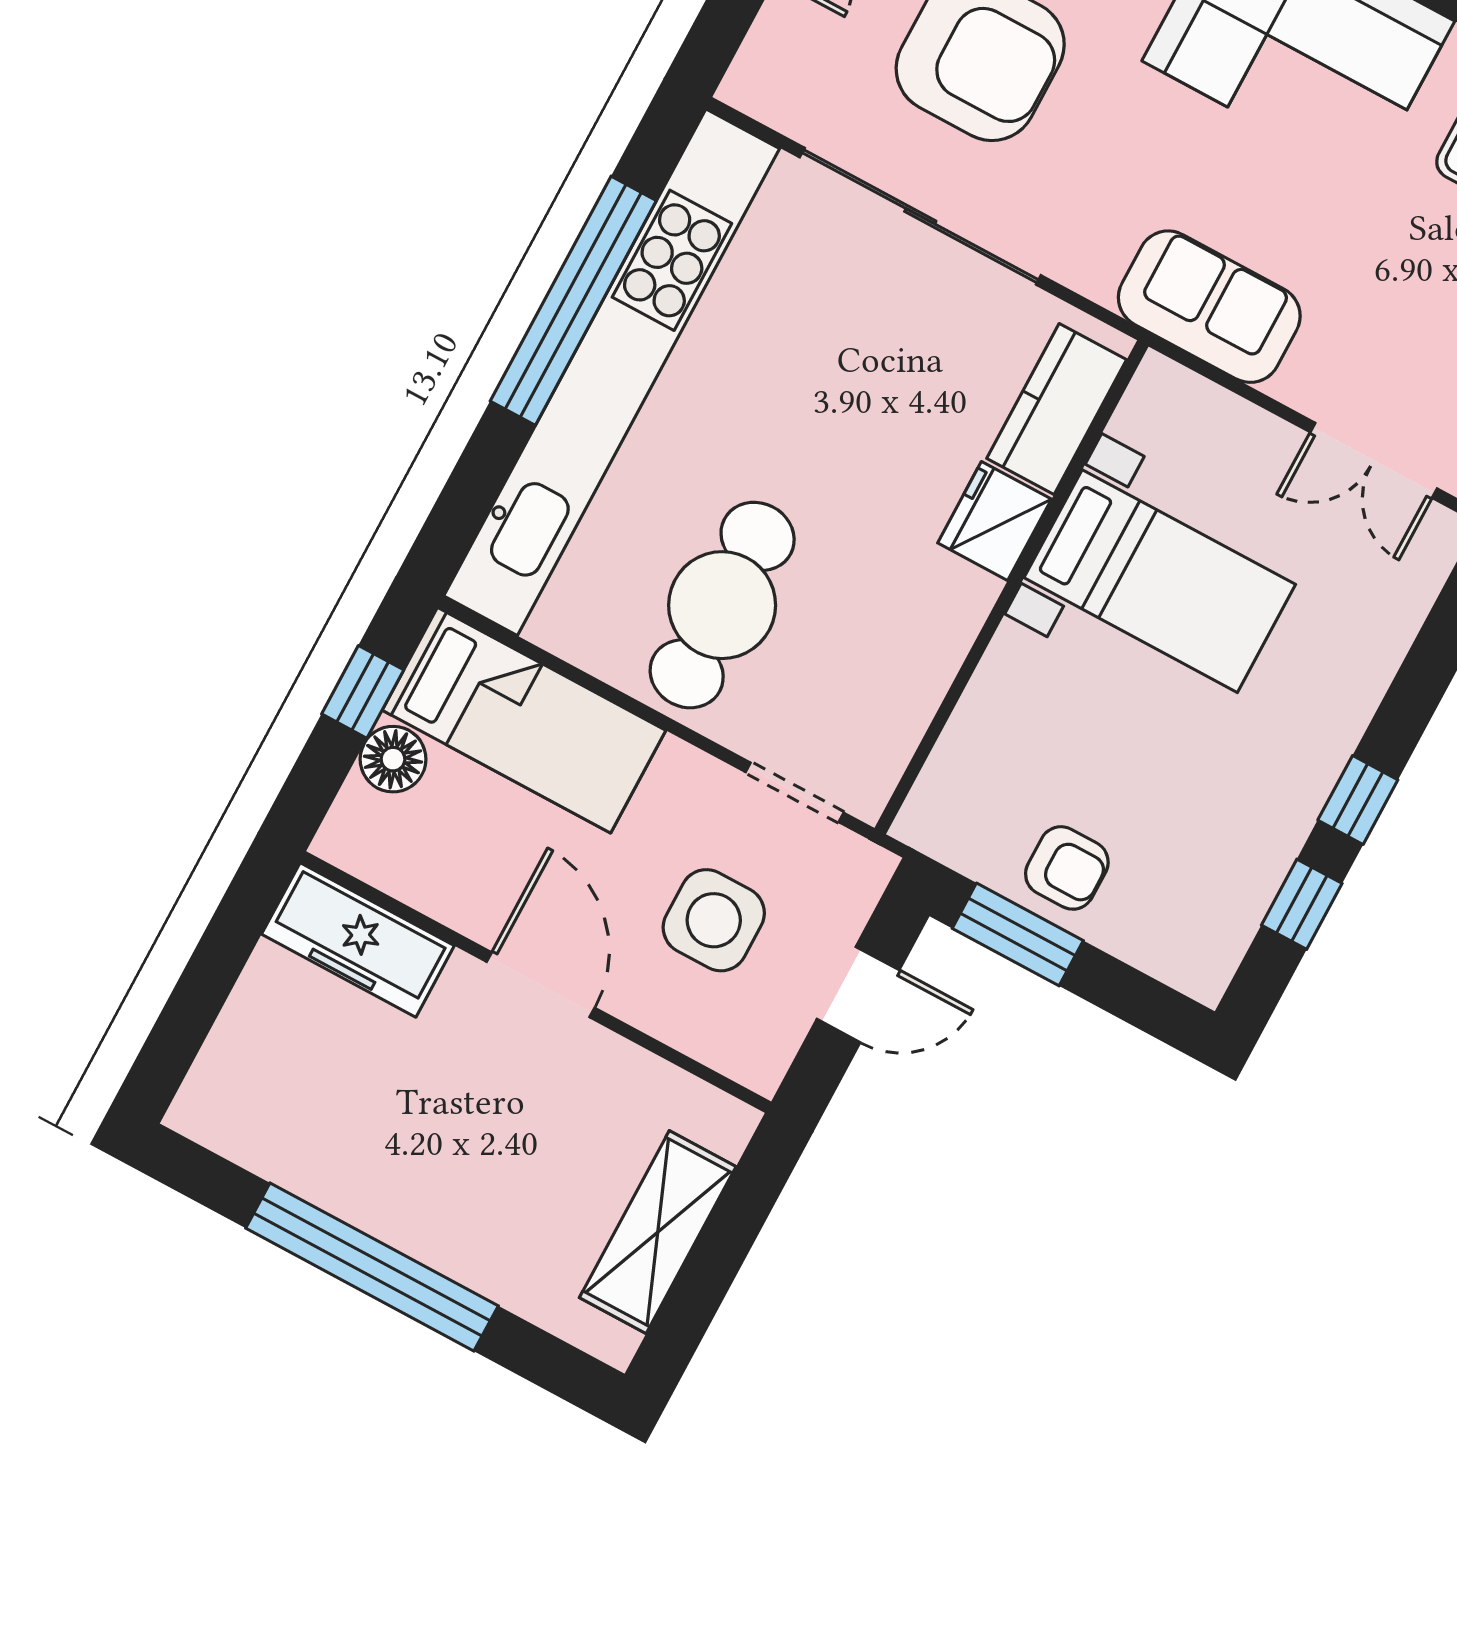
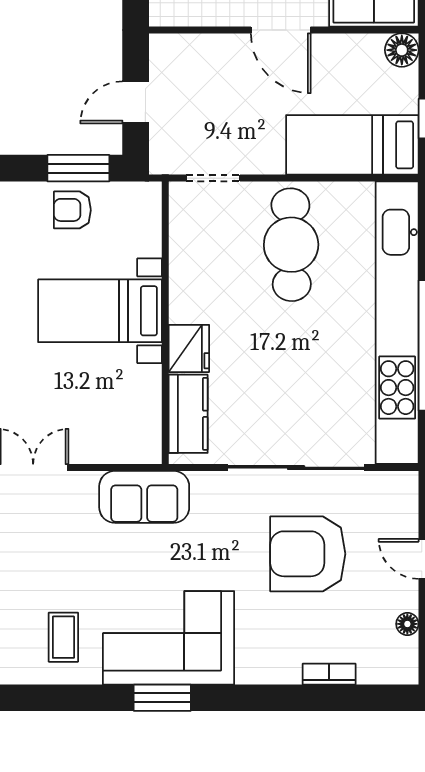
bed with nightstands: (1160, 581) -> (100, 311), moved
floor lamp: (393, 759) -> (402, 50), moved
side table: (714, 920) -> (219, 101), removed

